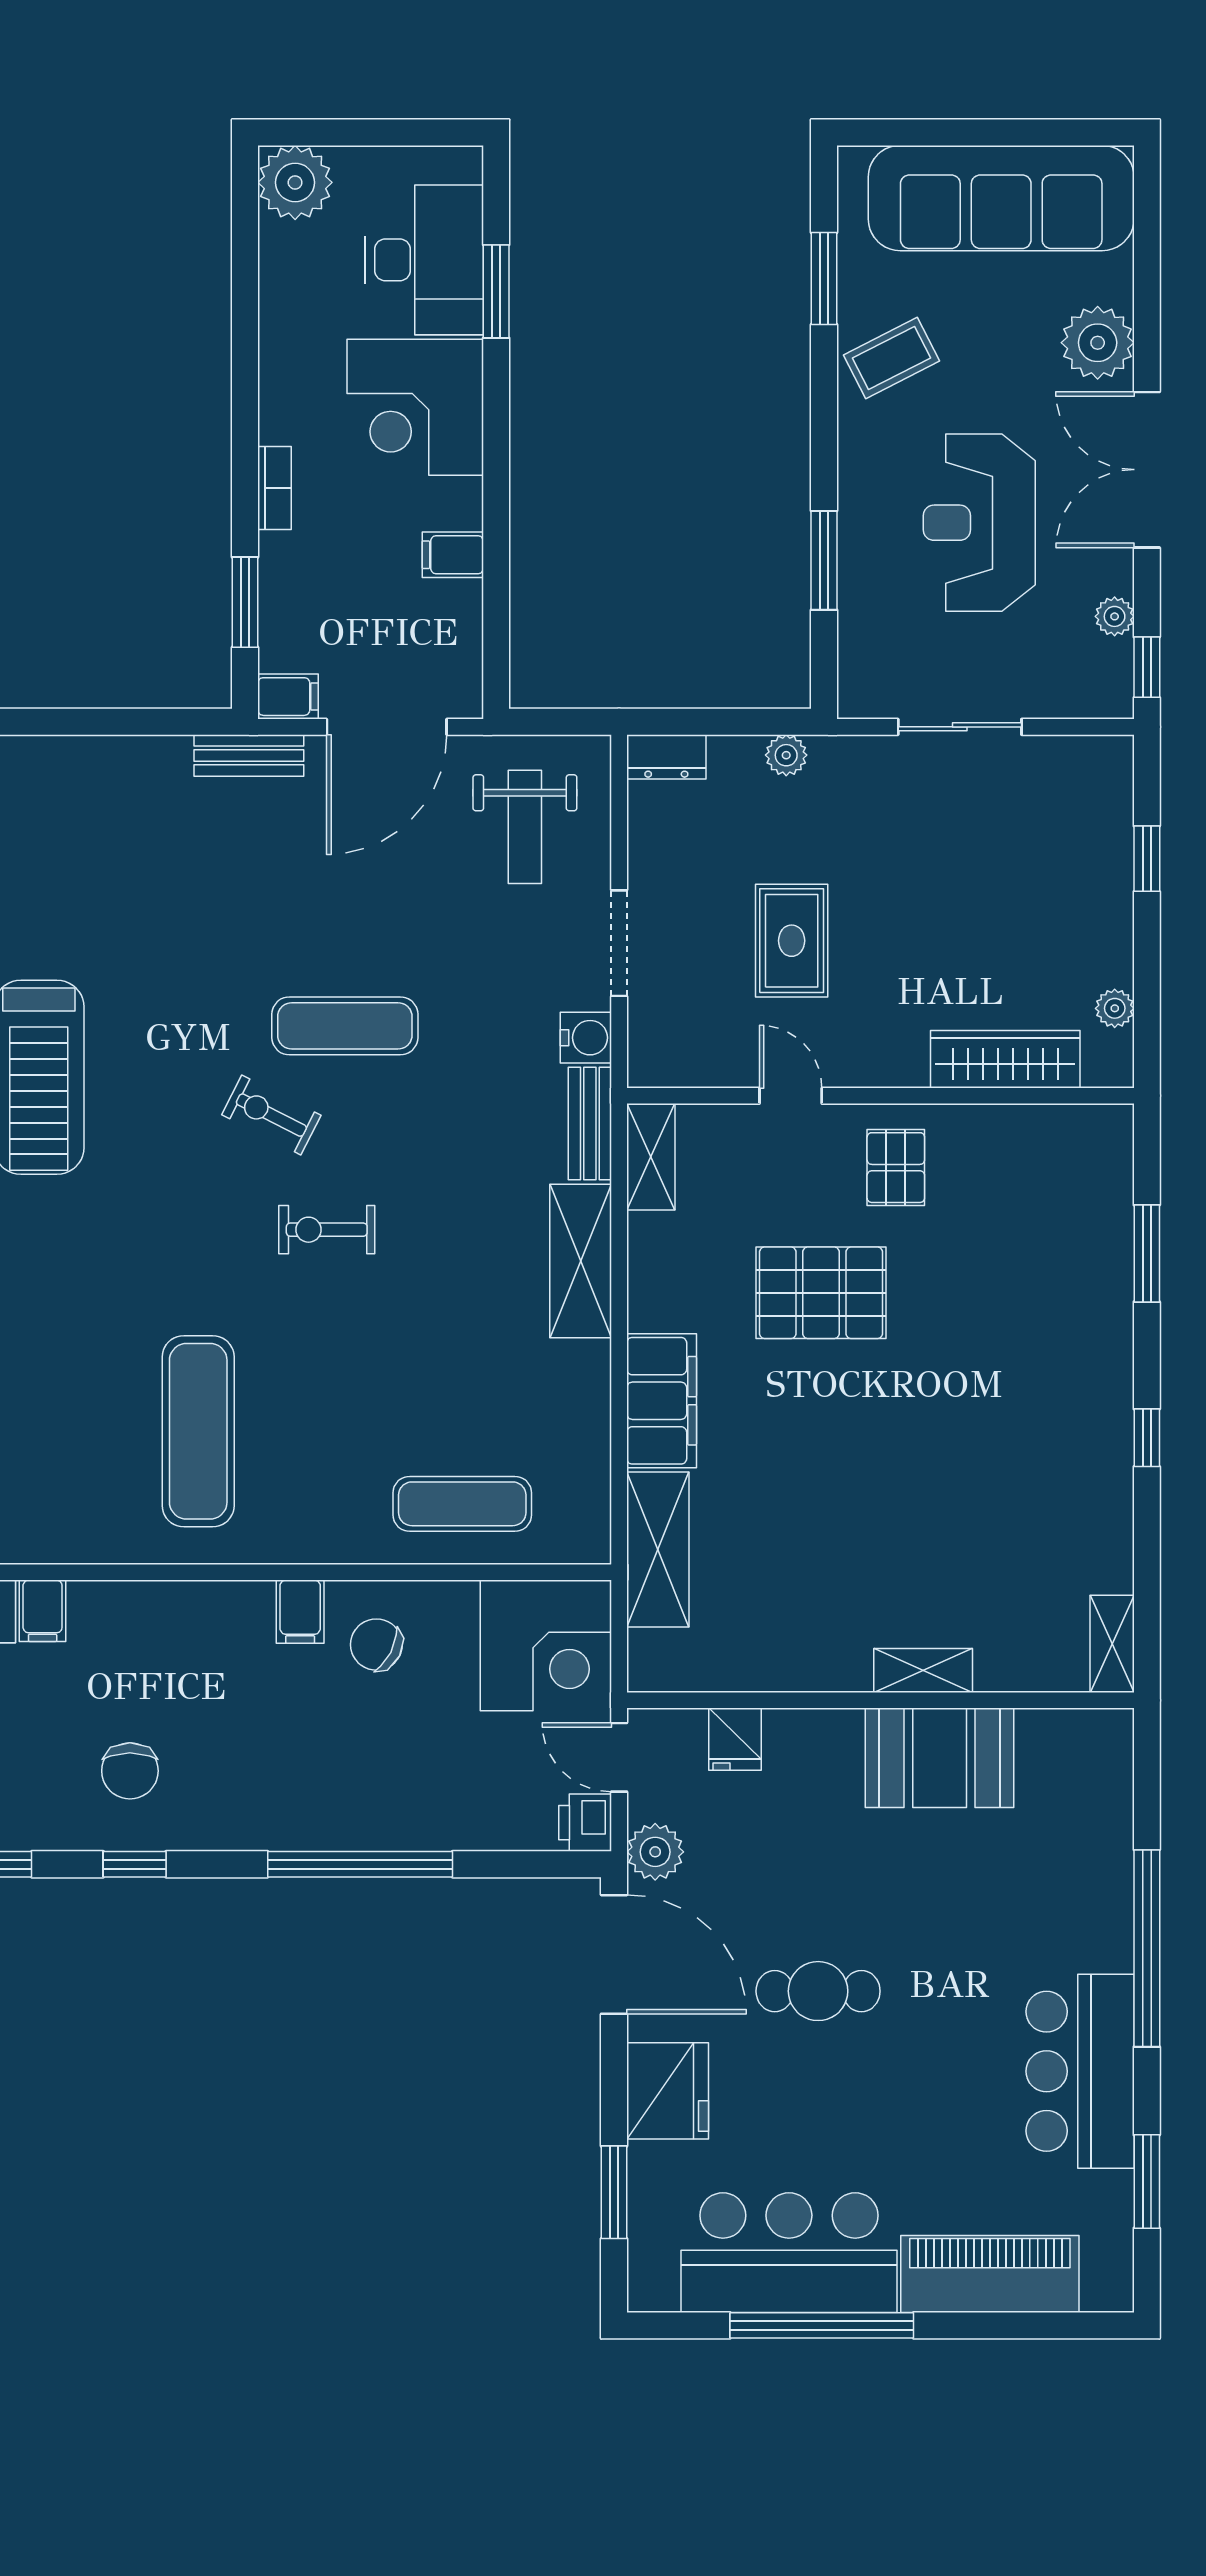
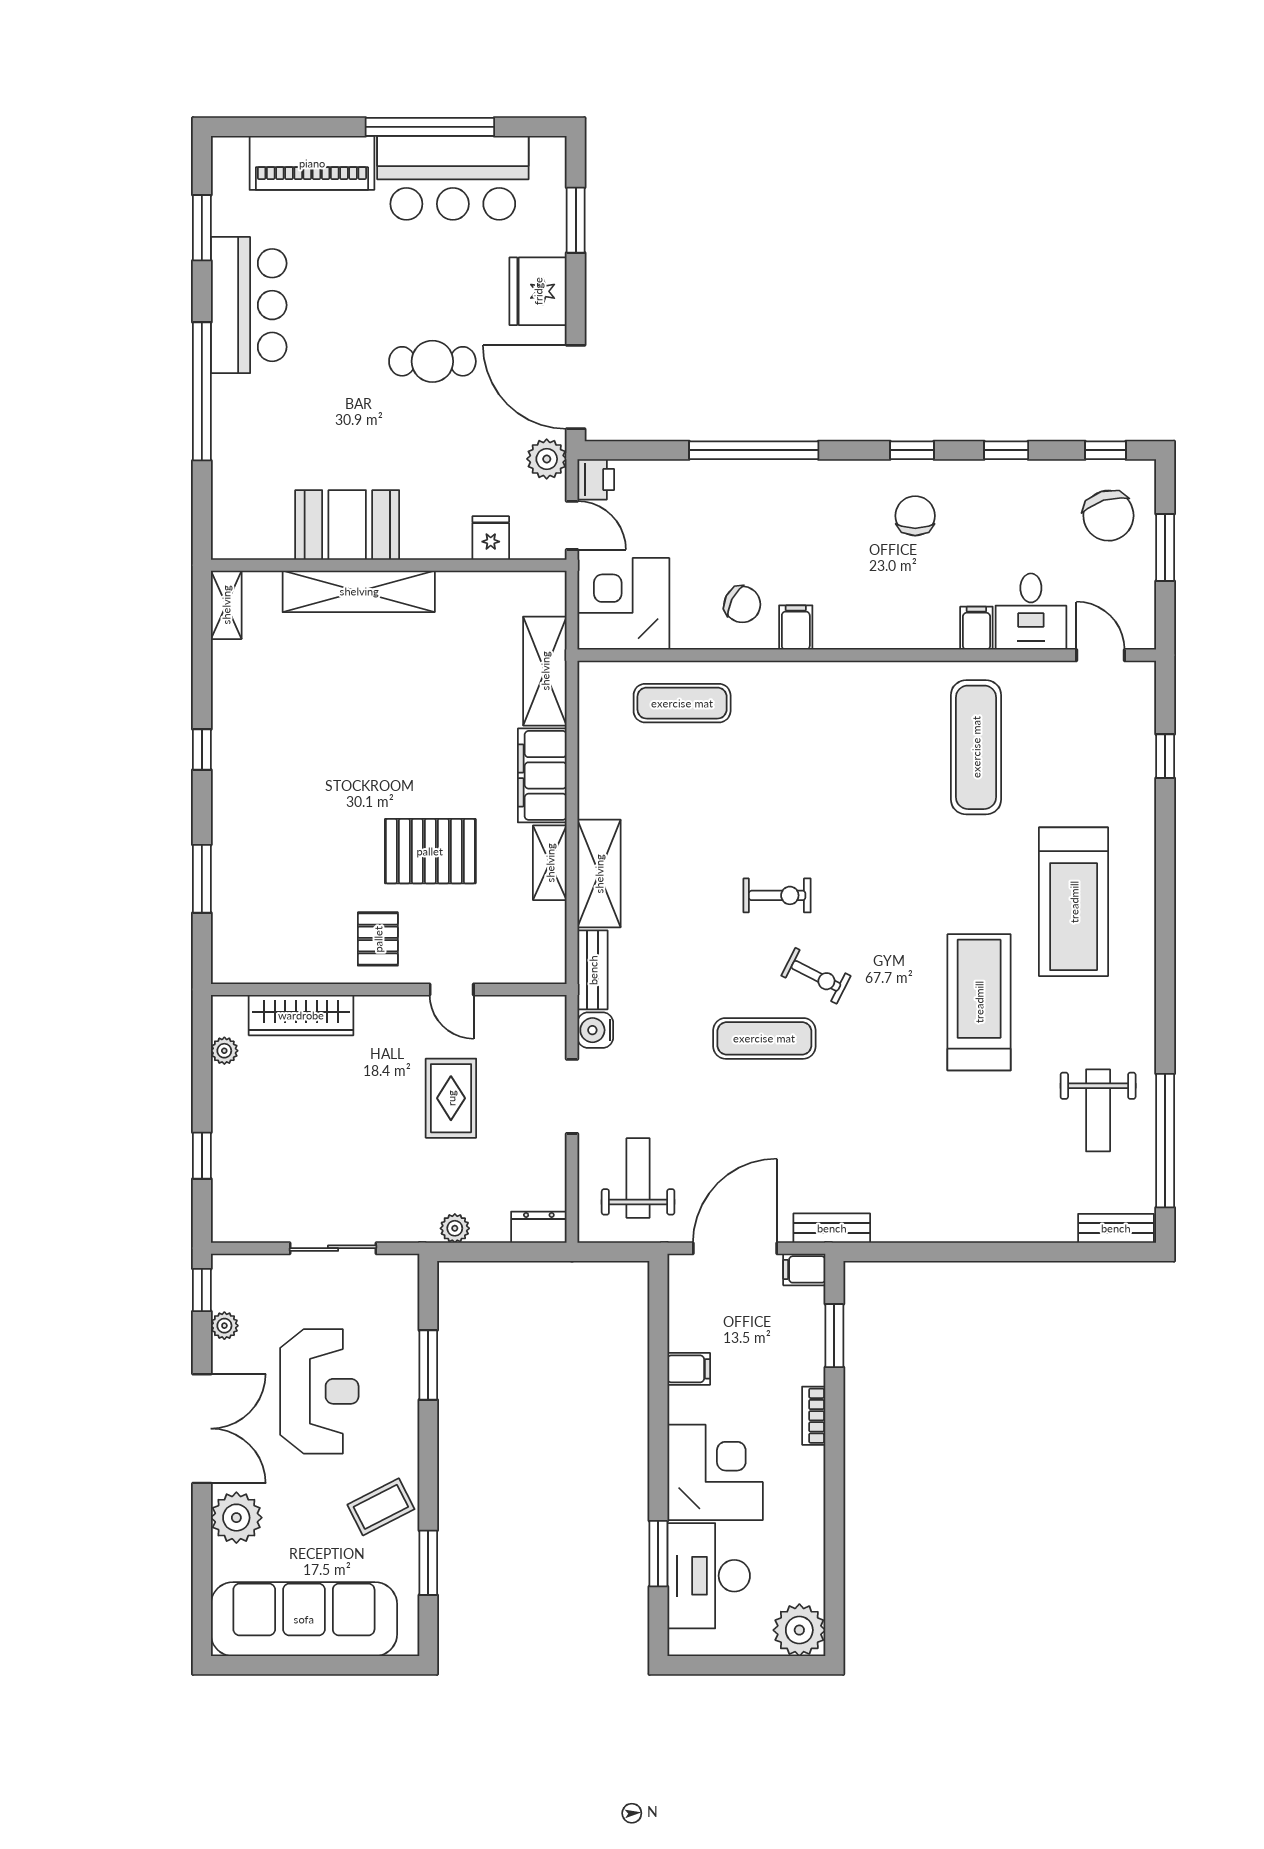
shelving: (651, 1157) -> (550, 863), moved
exercise mat: (198, 1431) -> (976, 747), moved
shelving: (923, 1670) -> (359, 591), width x2.20, depth x1.33

